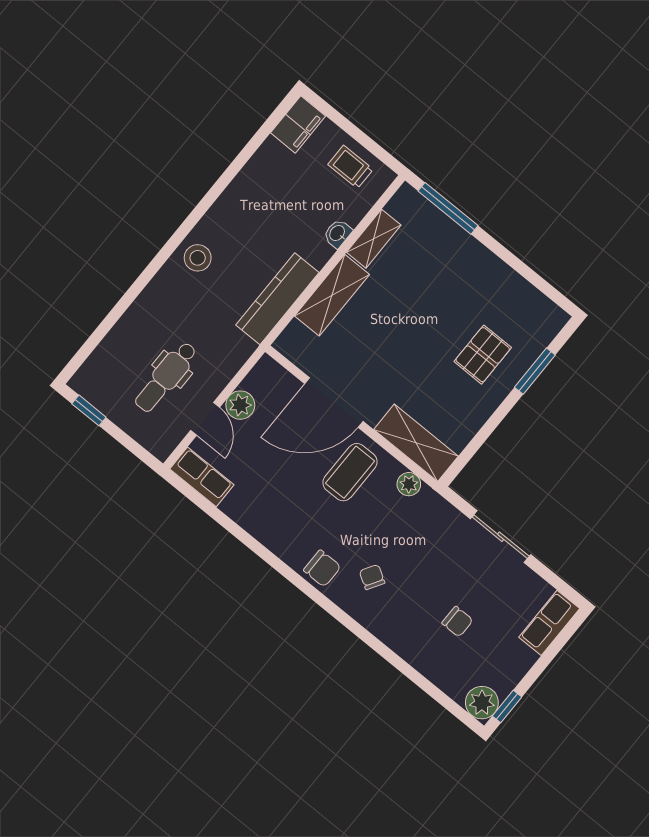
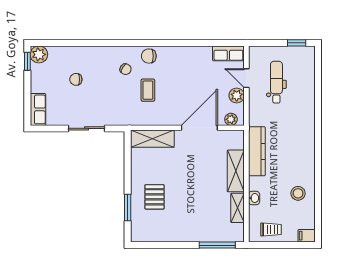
filing cabinet: (298, 124) -> (307, 236), width x0.50
stool: (198, 258) -> (298, 193), moved
coffee table: (350, 472) -> (148, 90), moved, width x0.73, depth x0.77
plant: (409, 484) -> (231, 119), moved

